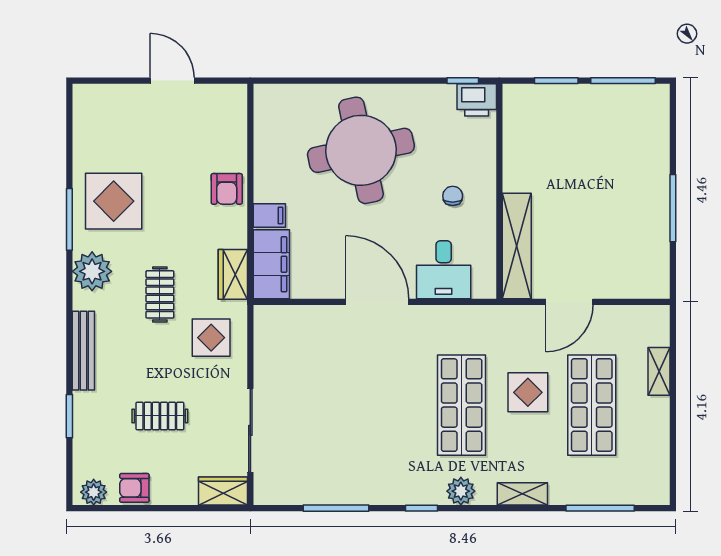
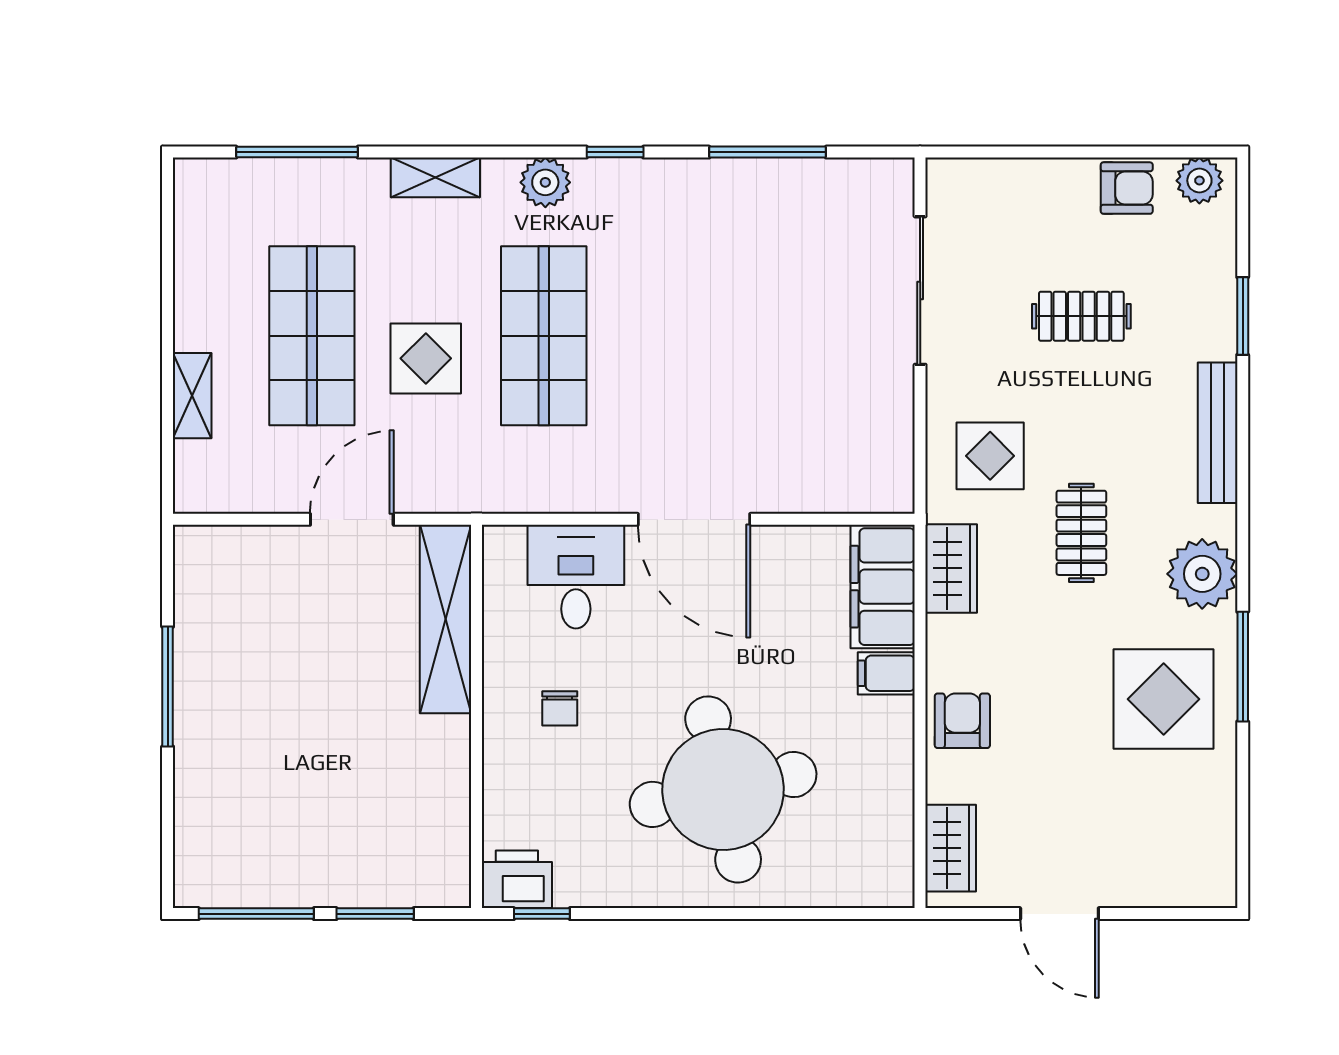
wardrobe: (223, 491) -> (951, 848), moved, turned -90

